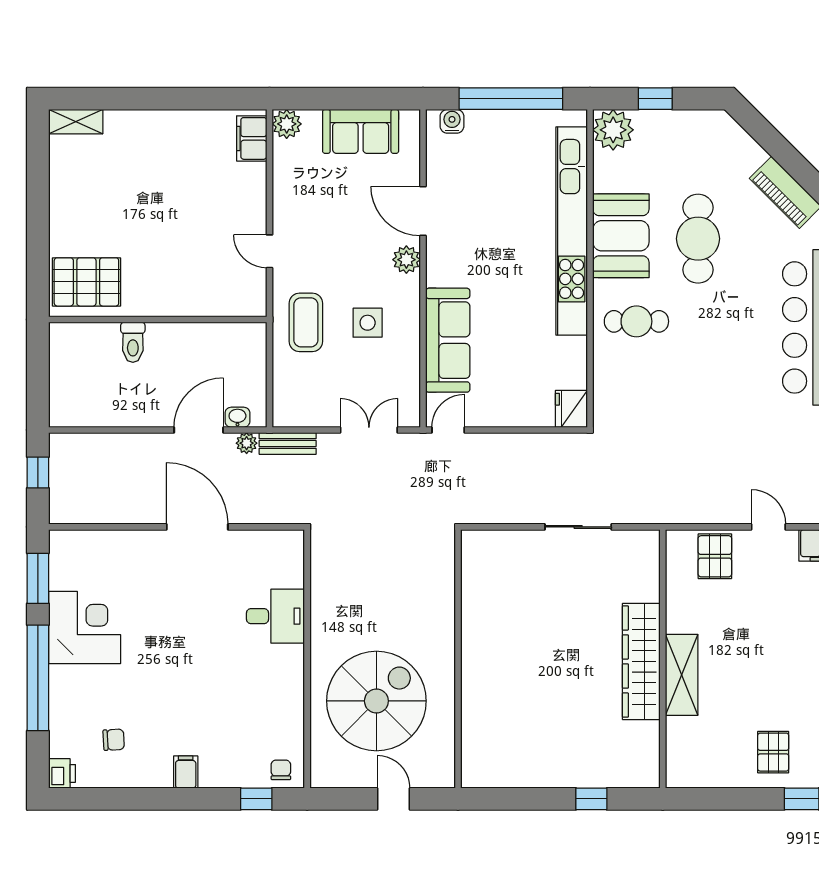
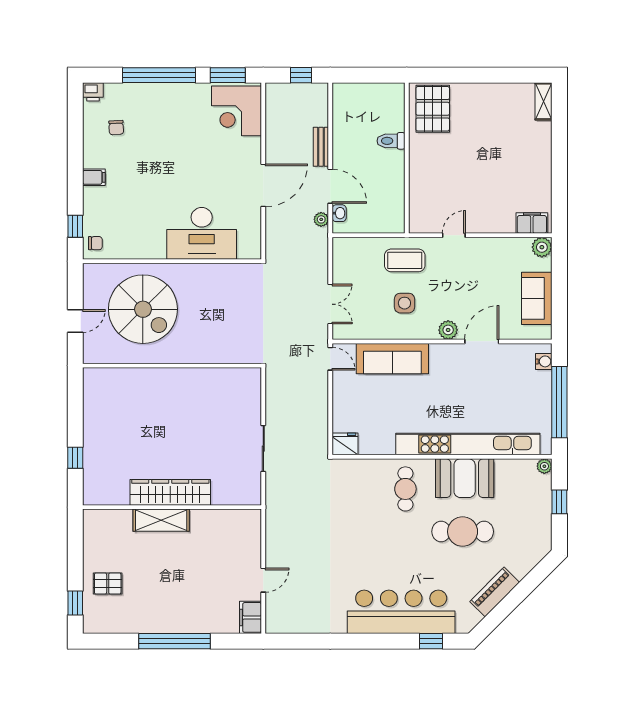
plant: (613, 130) -> (544, 466), width x0.53, depth x0.53
bench: (288, 443) -> (321, 147), moved
pallet: (715, 556) -> (243, 543), removed
desk: (275, 616) -> (202, 233), width x1.87, depth x1.30
corner desk: (85, 627) -> (237, 111), moved, turned 90

